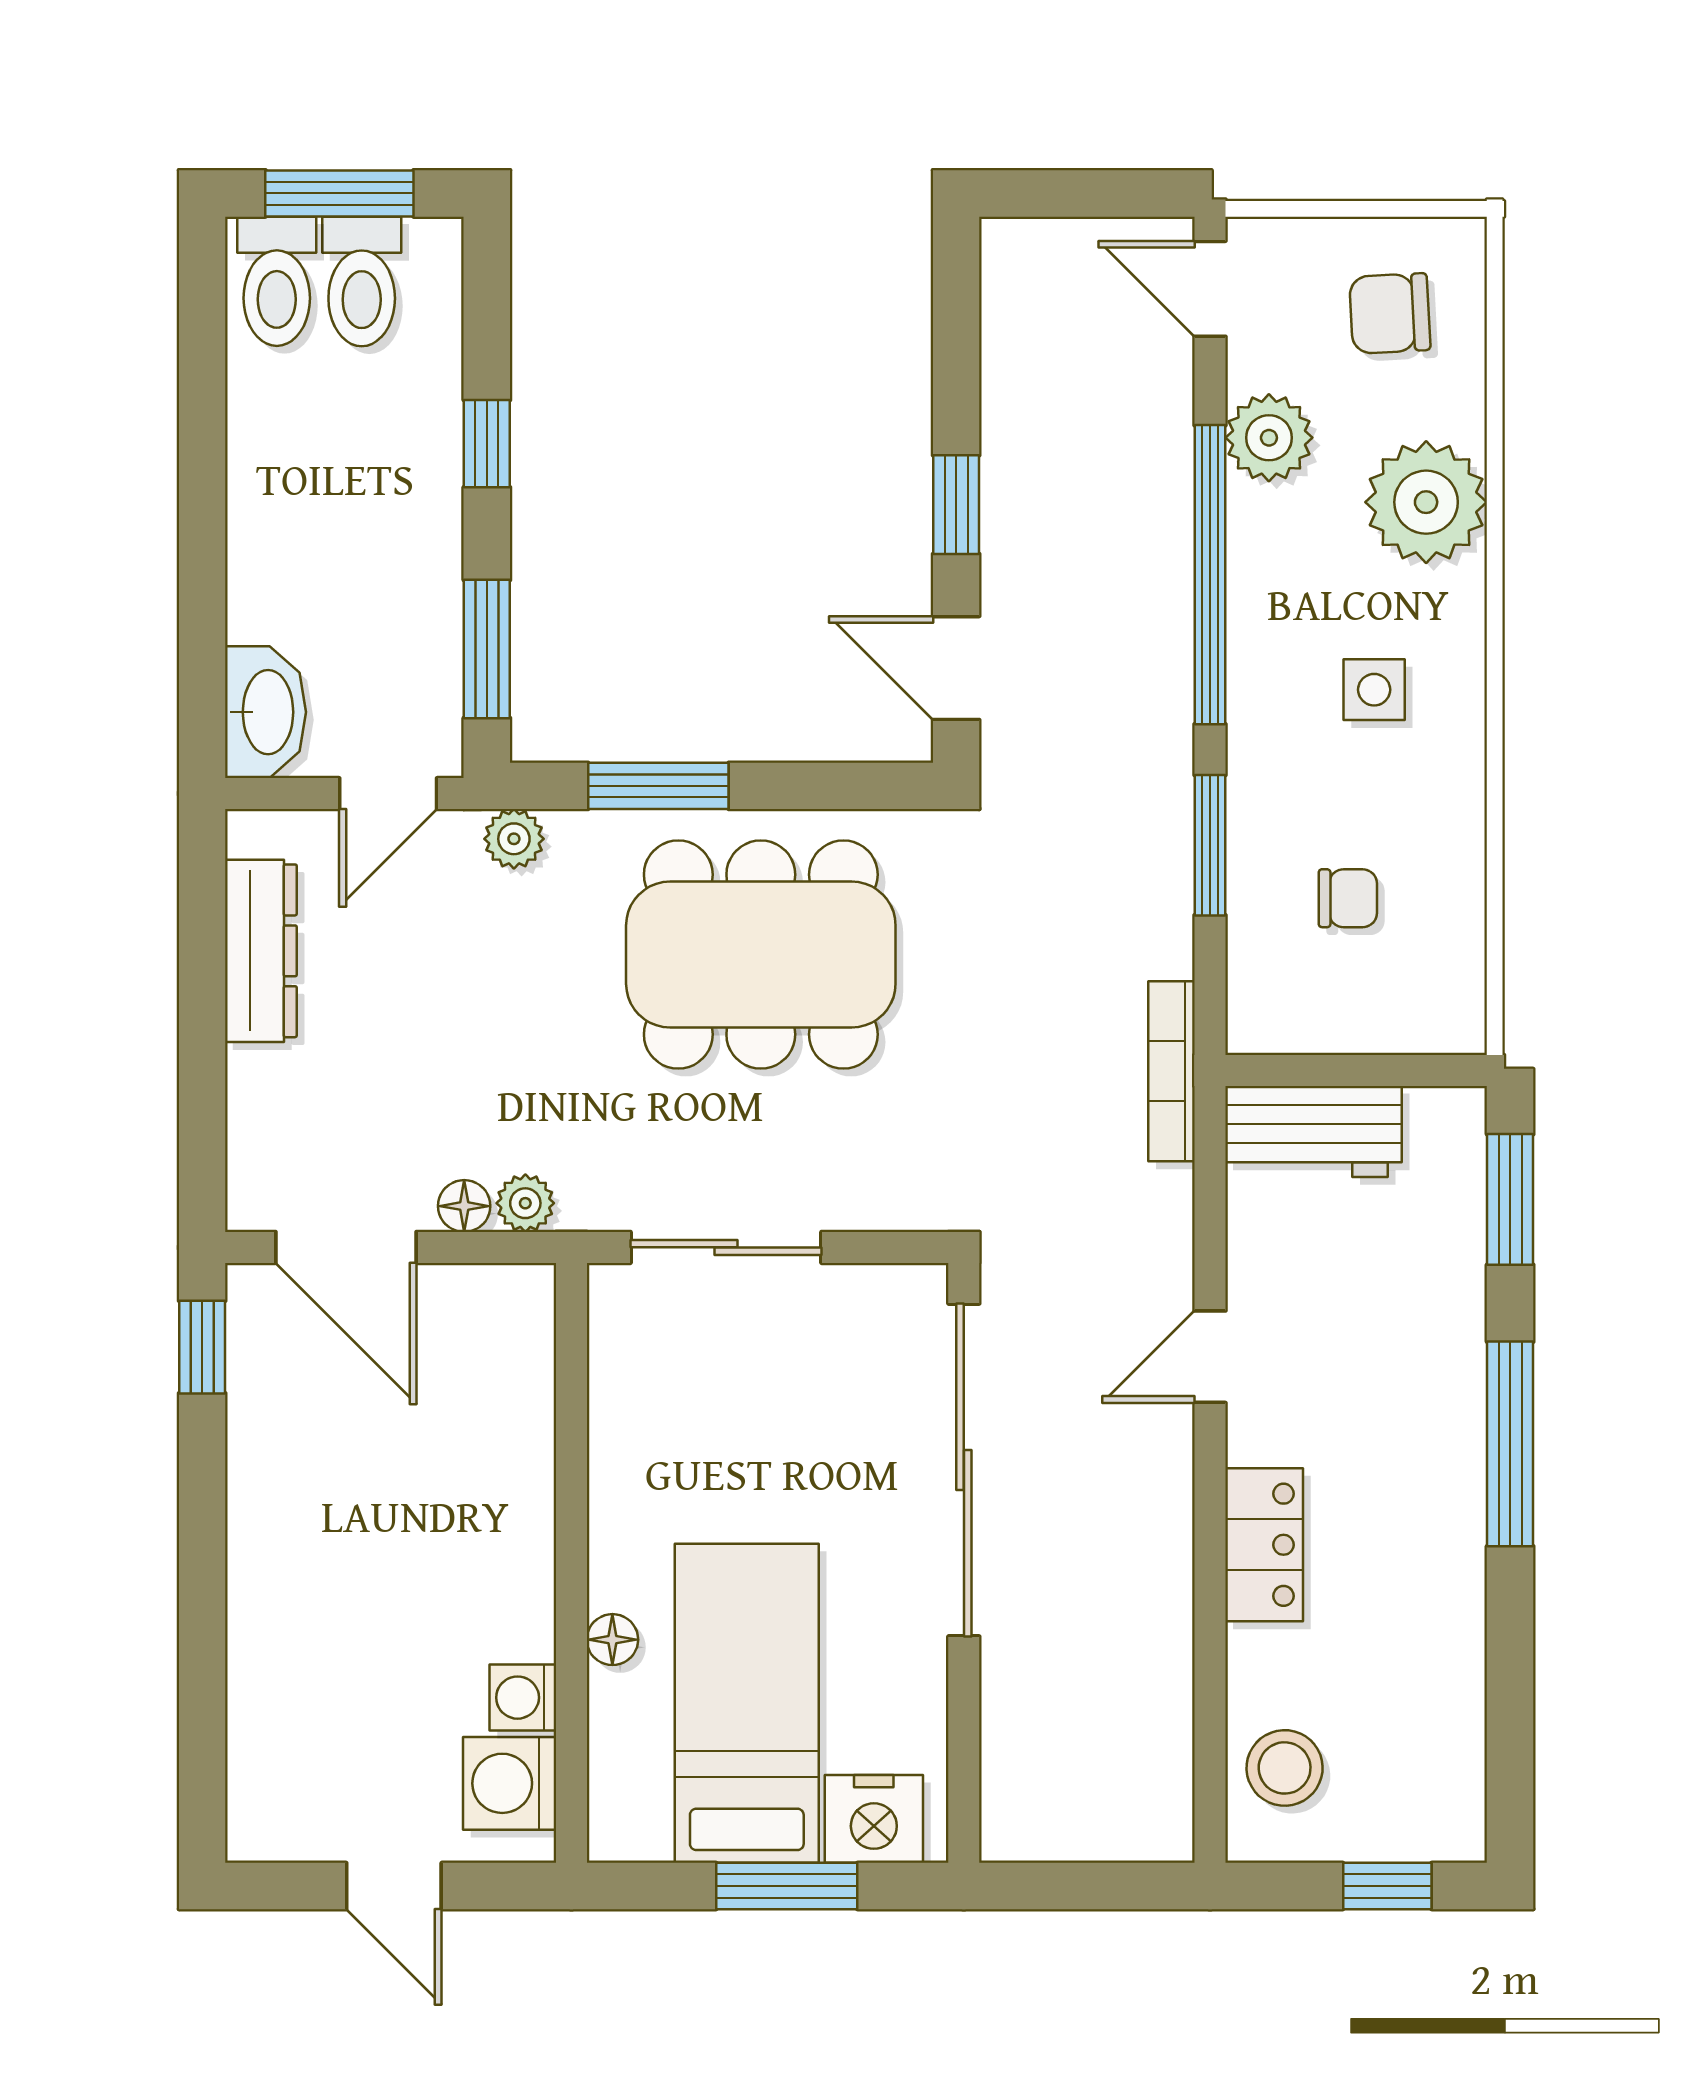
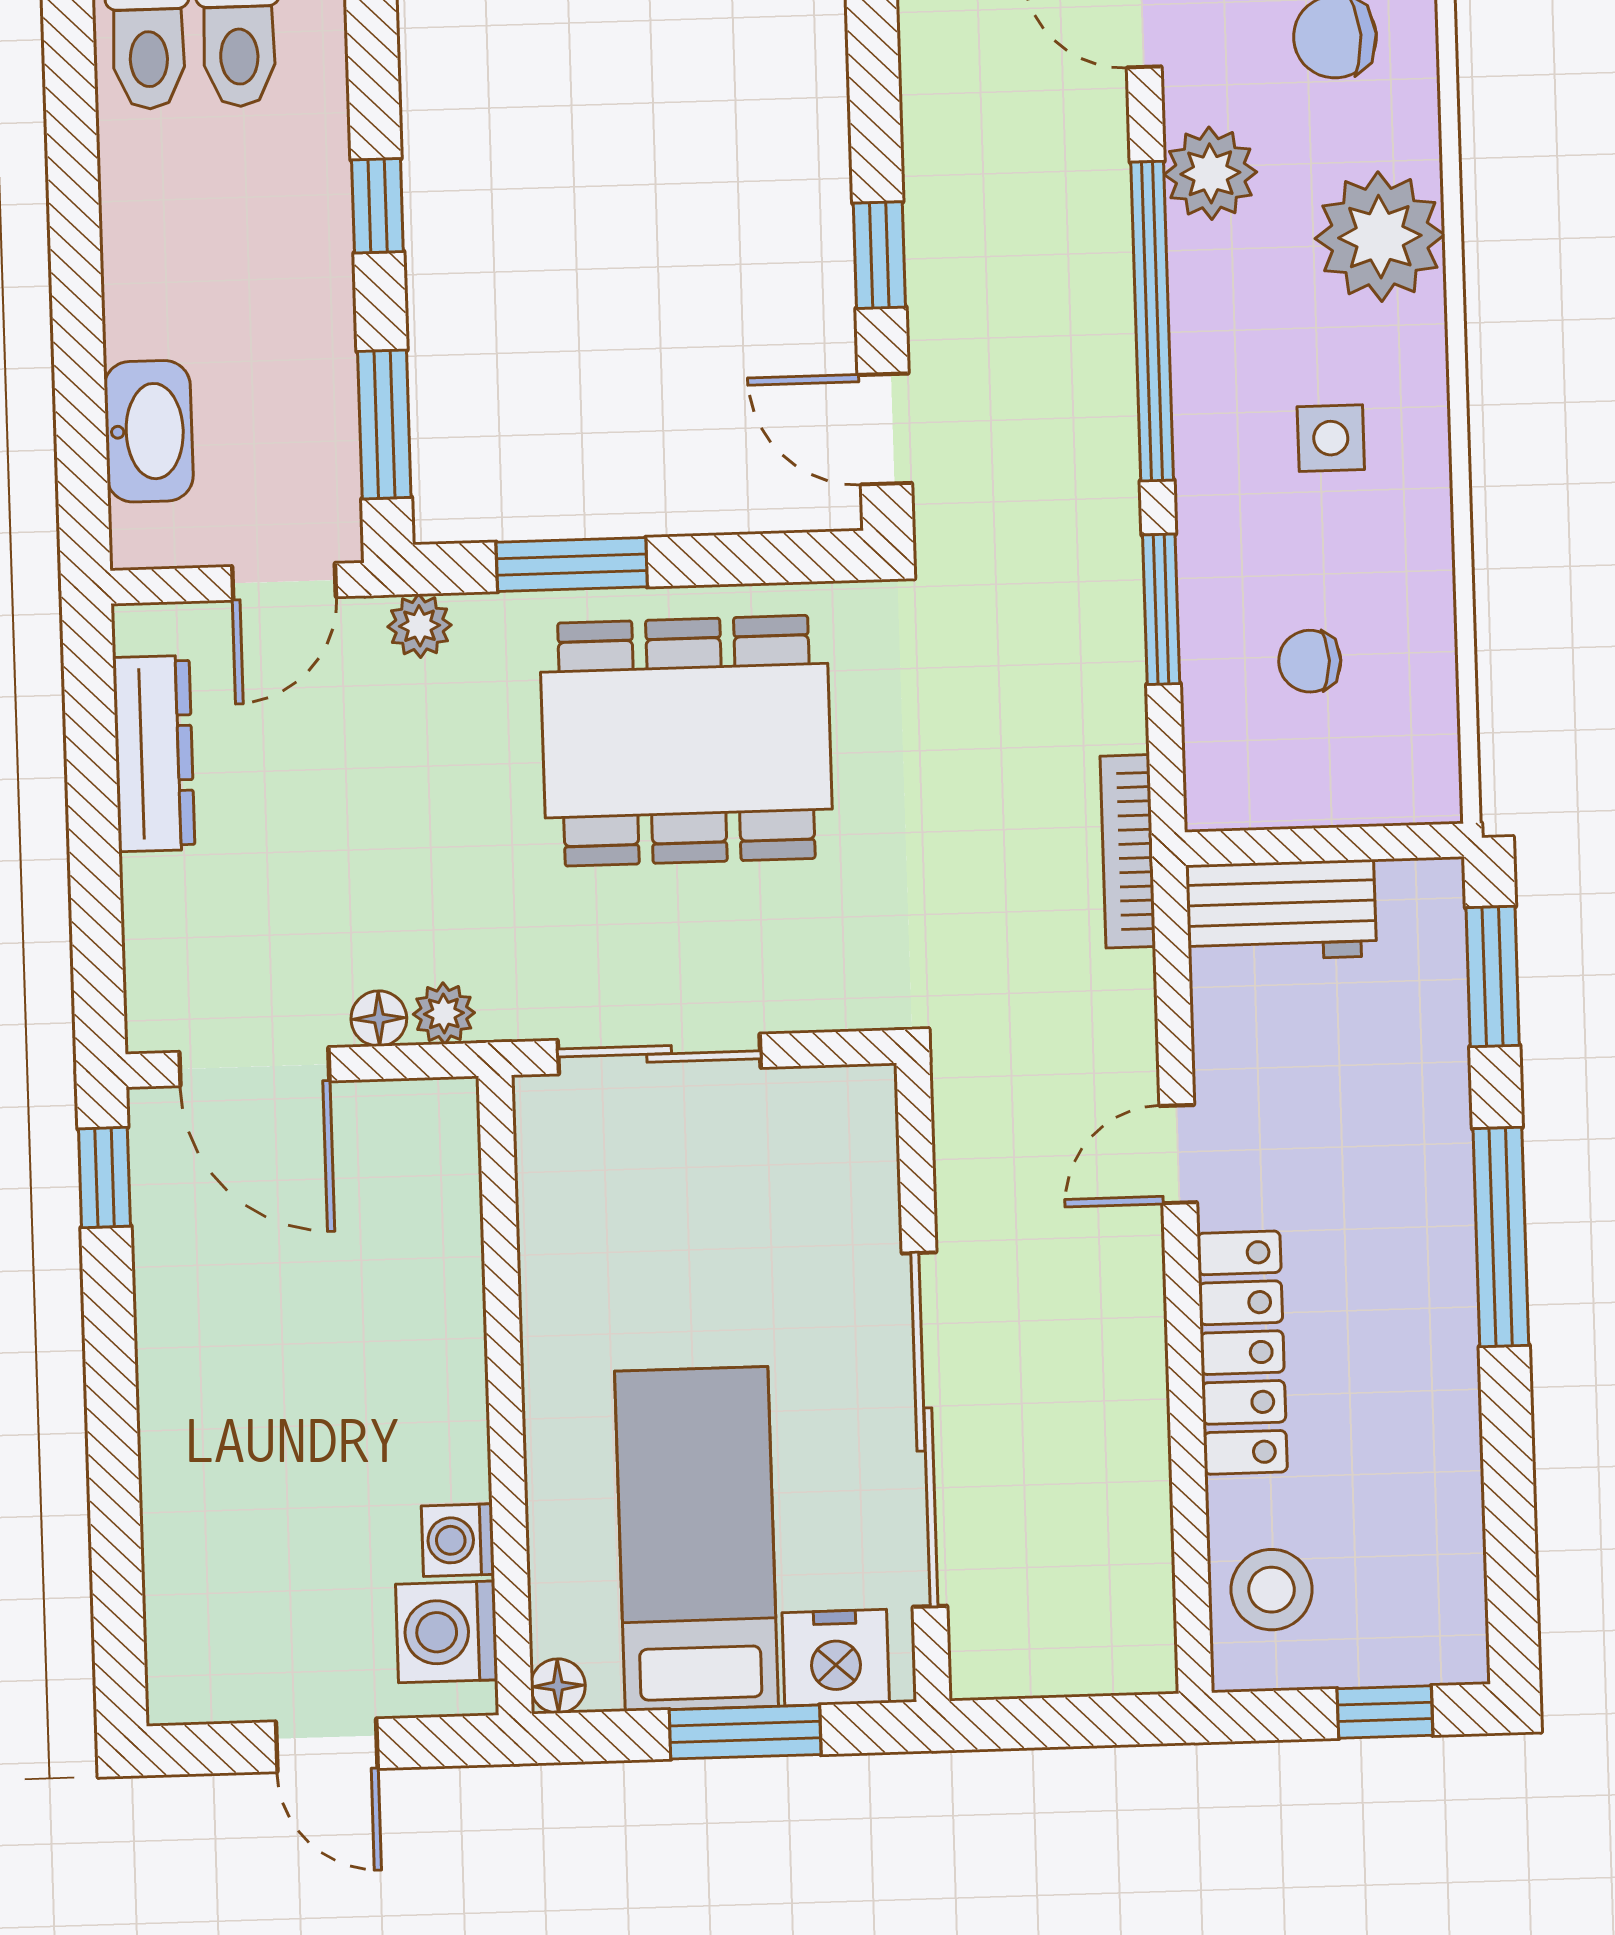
washbasin: (266, 712) -> (149, 431), moved
chair: (1348, 898) -> (1310, 661), turned 180
sliding door: (964, 1470) -> (924, 1430), moved
locker: (1264, 1545) -> (1242, 1353), width x1.53
floor lamp: (612, 1640) -> (558, 1686), moved

